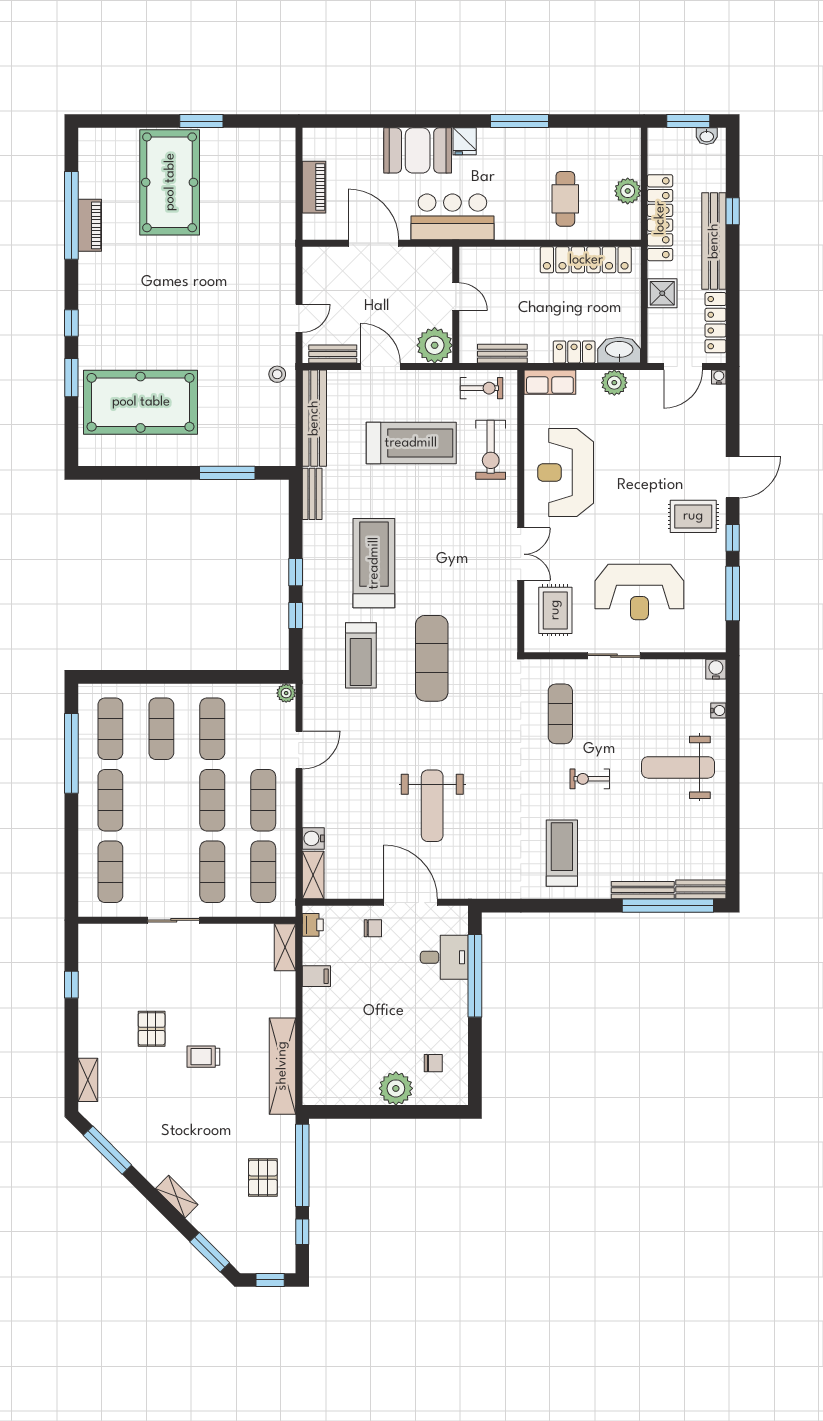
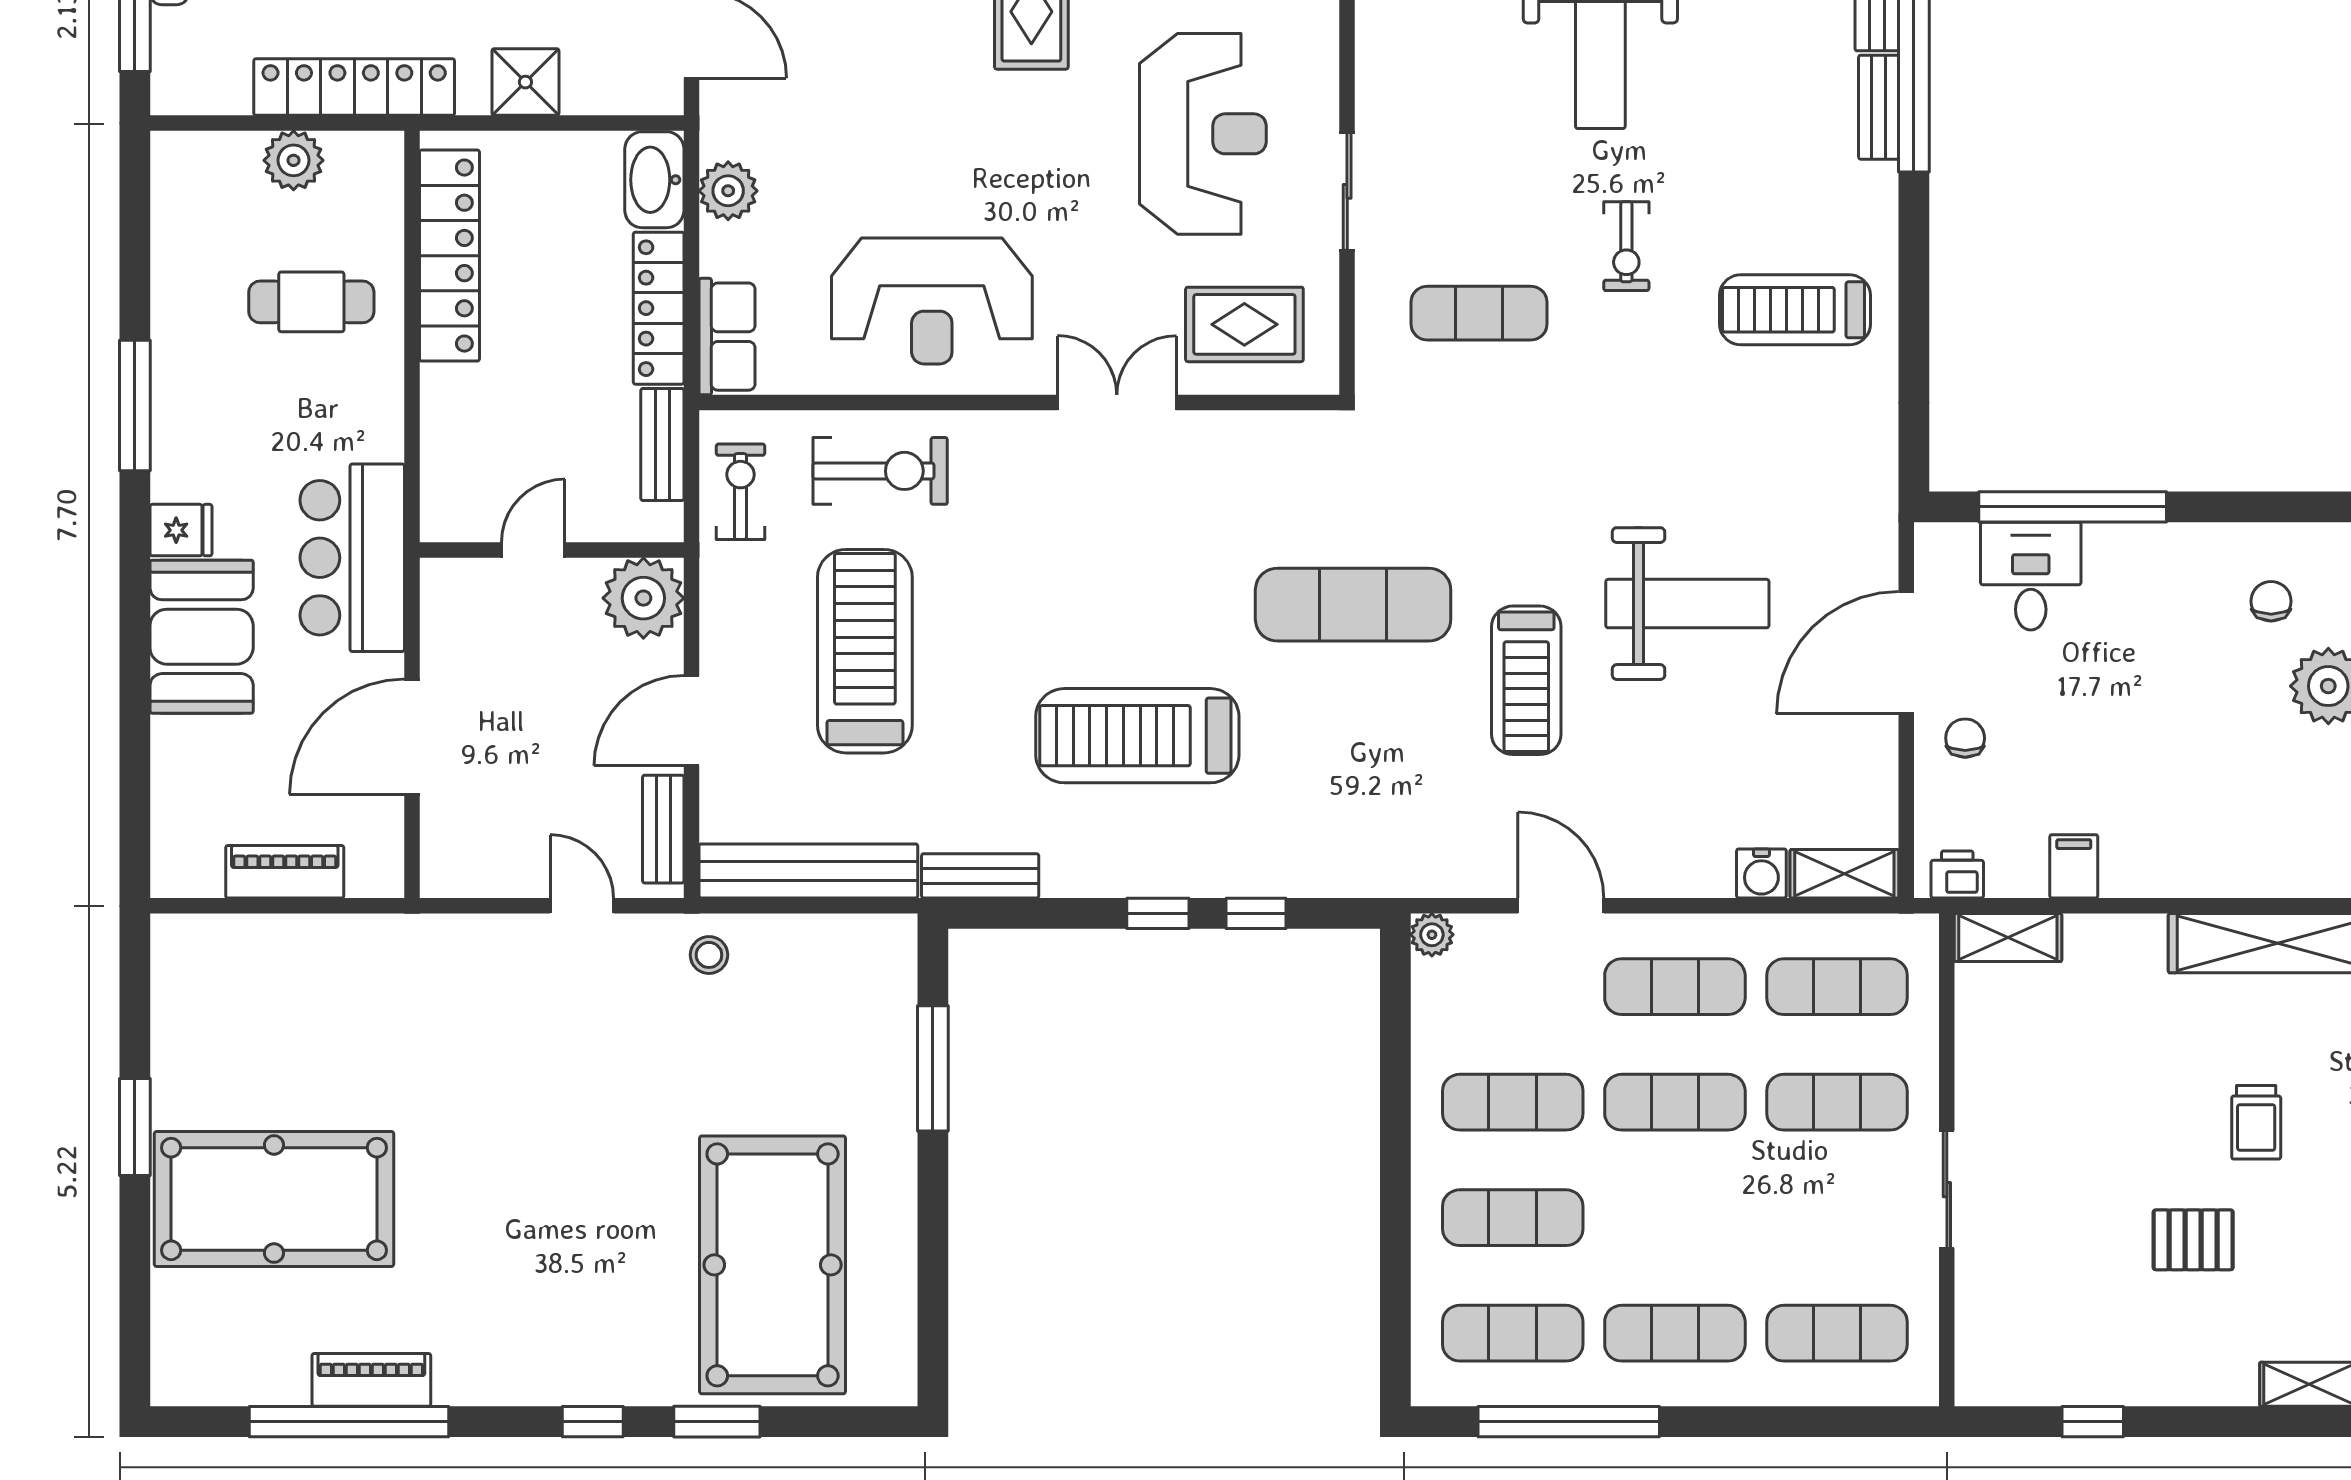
locker: (574, 352) -> (659, 308), width x1.53
treadmill: (361, 655) -> (1526, 680), moved, turned 90
bench: (643, 890) -> (1879, 107), width x0.73

